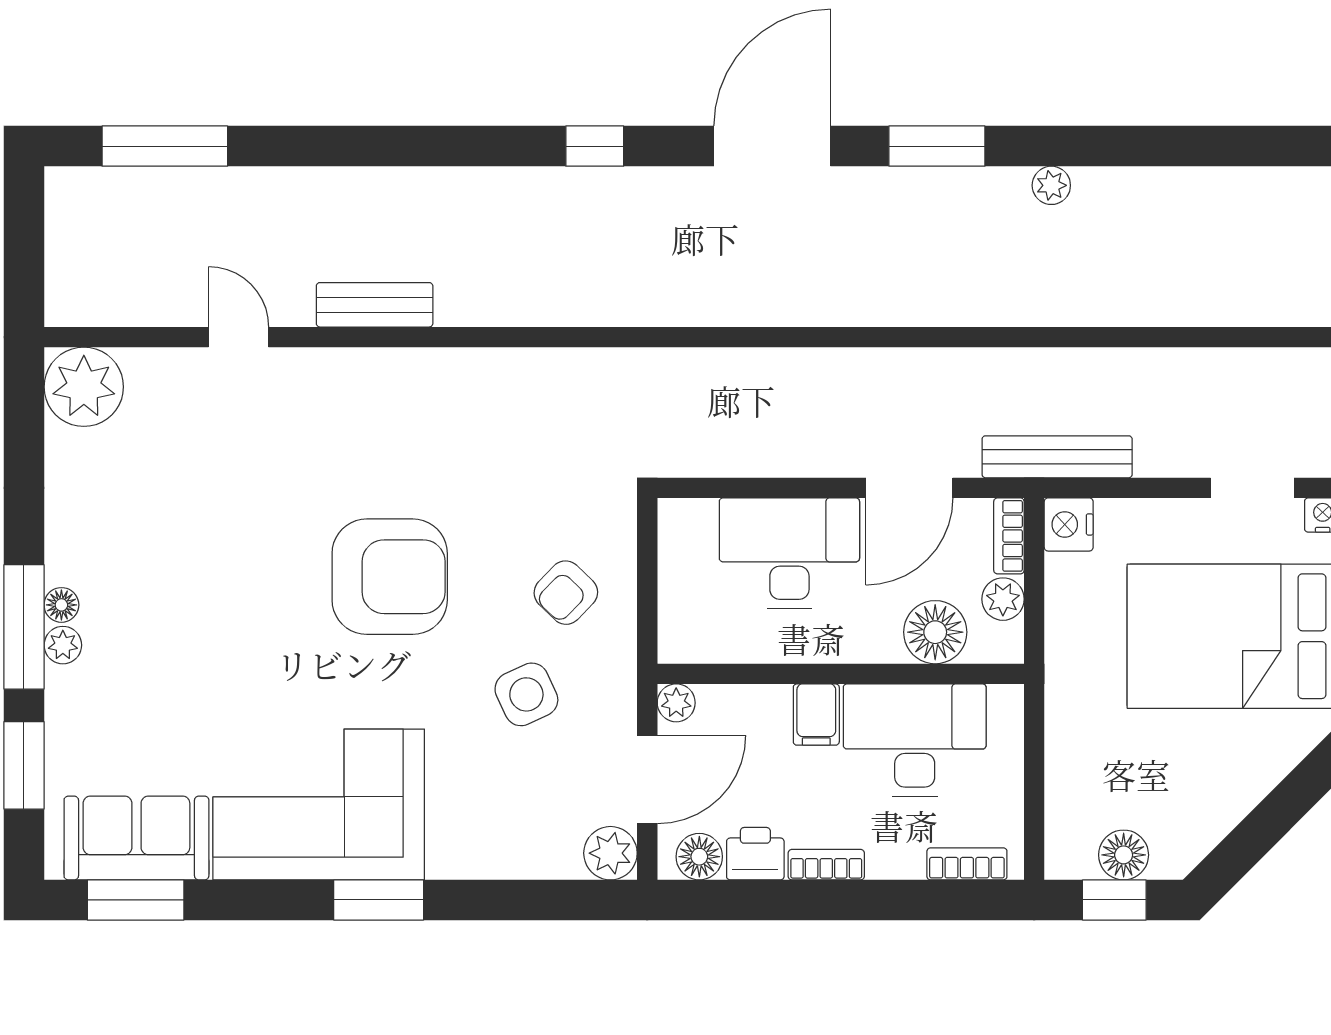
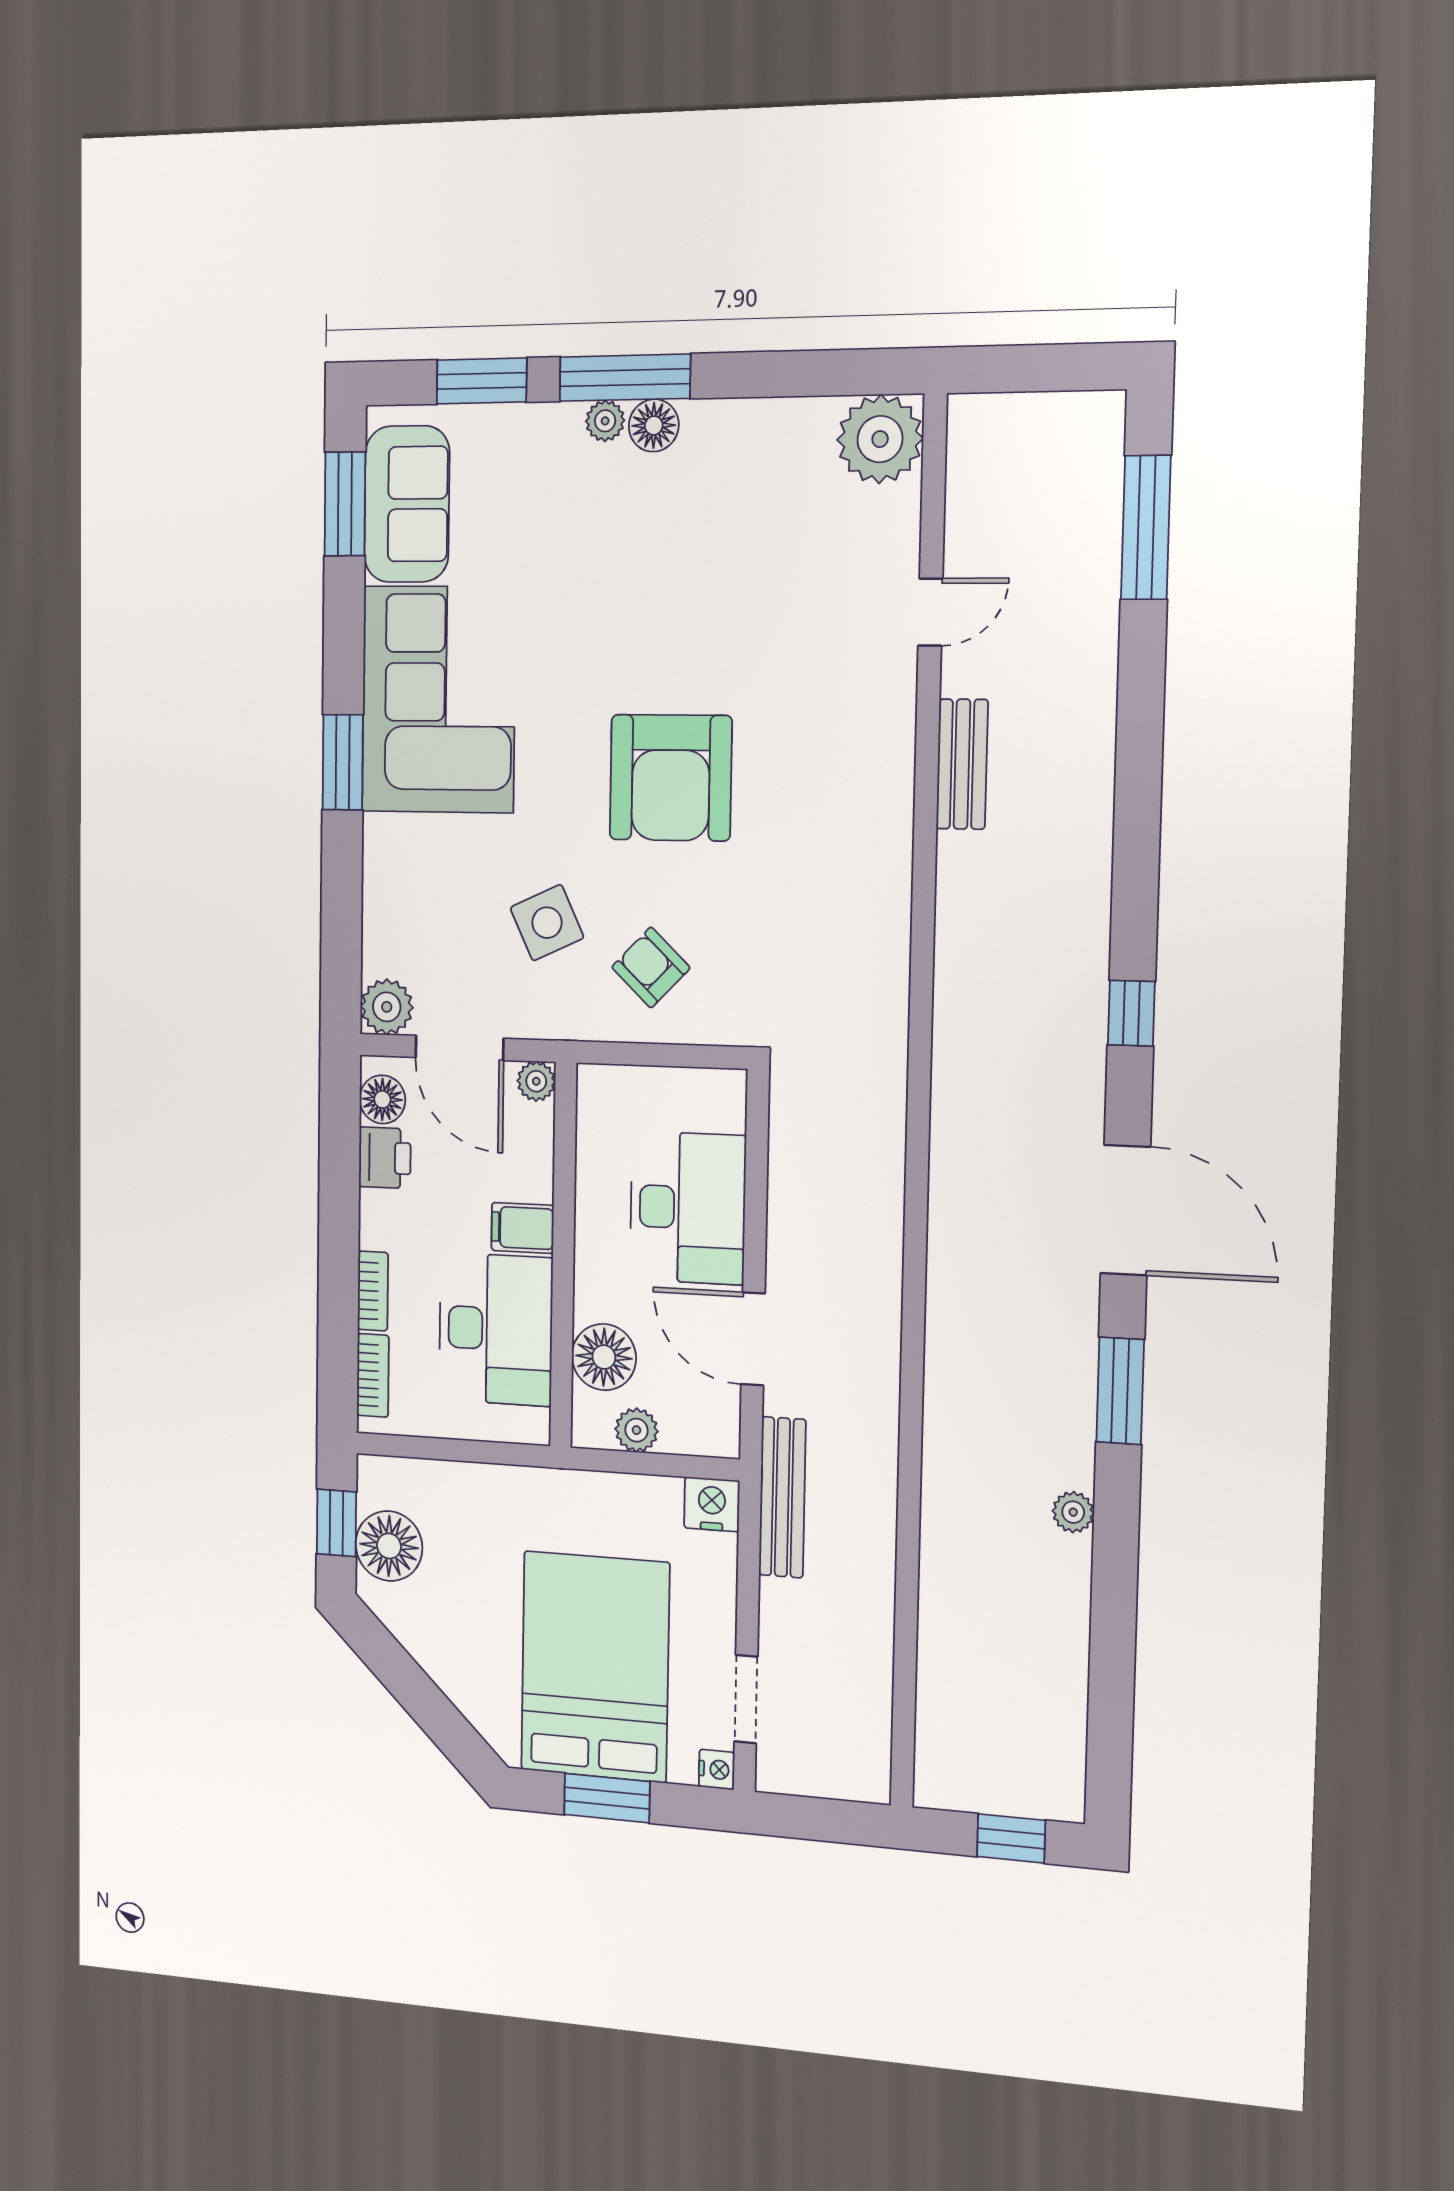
bookcase: (1009, 536) -> (701, 1441), removed
floor lamp: (61, 605) -> (654, 425), width x1.37, depth x1.37
floor lamp: (1124, 855) -> (389, 1546), width x1.38, depth x1.38
bookcase: (826, 865) -> (373, 1291), moved

